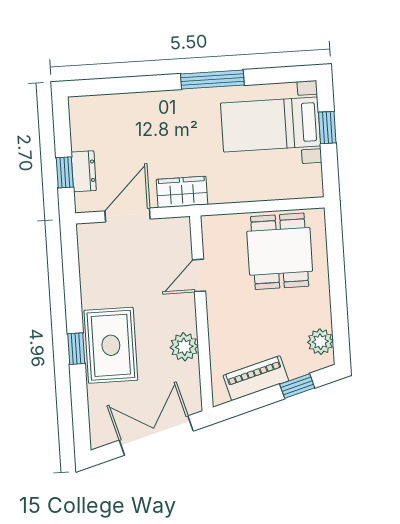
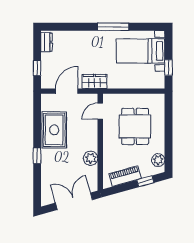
window: (327, 128) -> (168, 67), moved
dresser: (84, 171) -> (46, 42), moved
dining table: (280, 251) -> (135, 126), moved
door: (199, 275) -> (100, 111), moved
rug: (111, 345) -> (54, 130), moved

